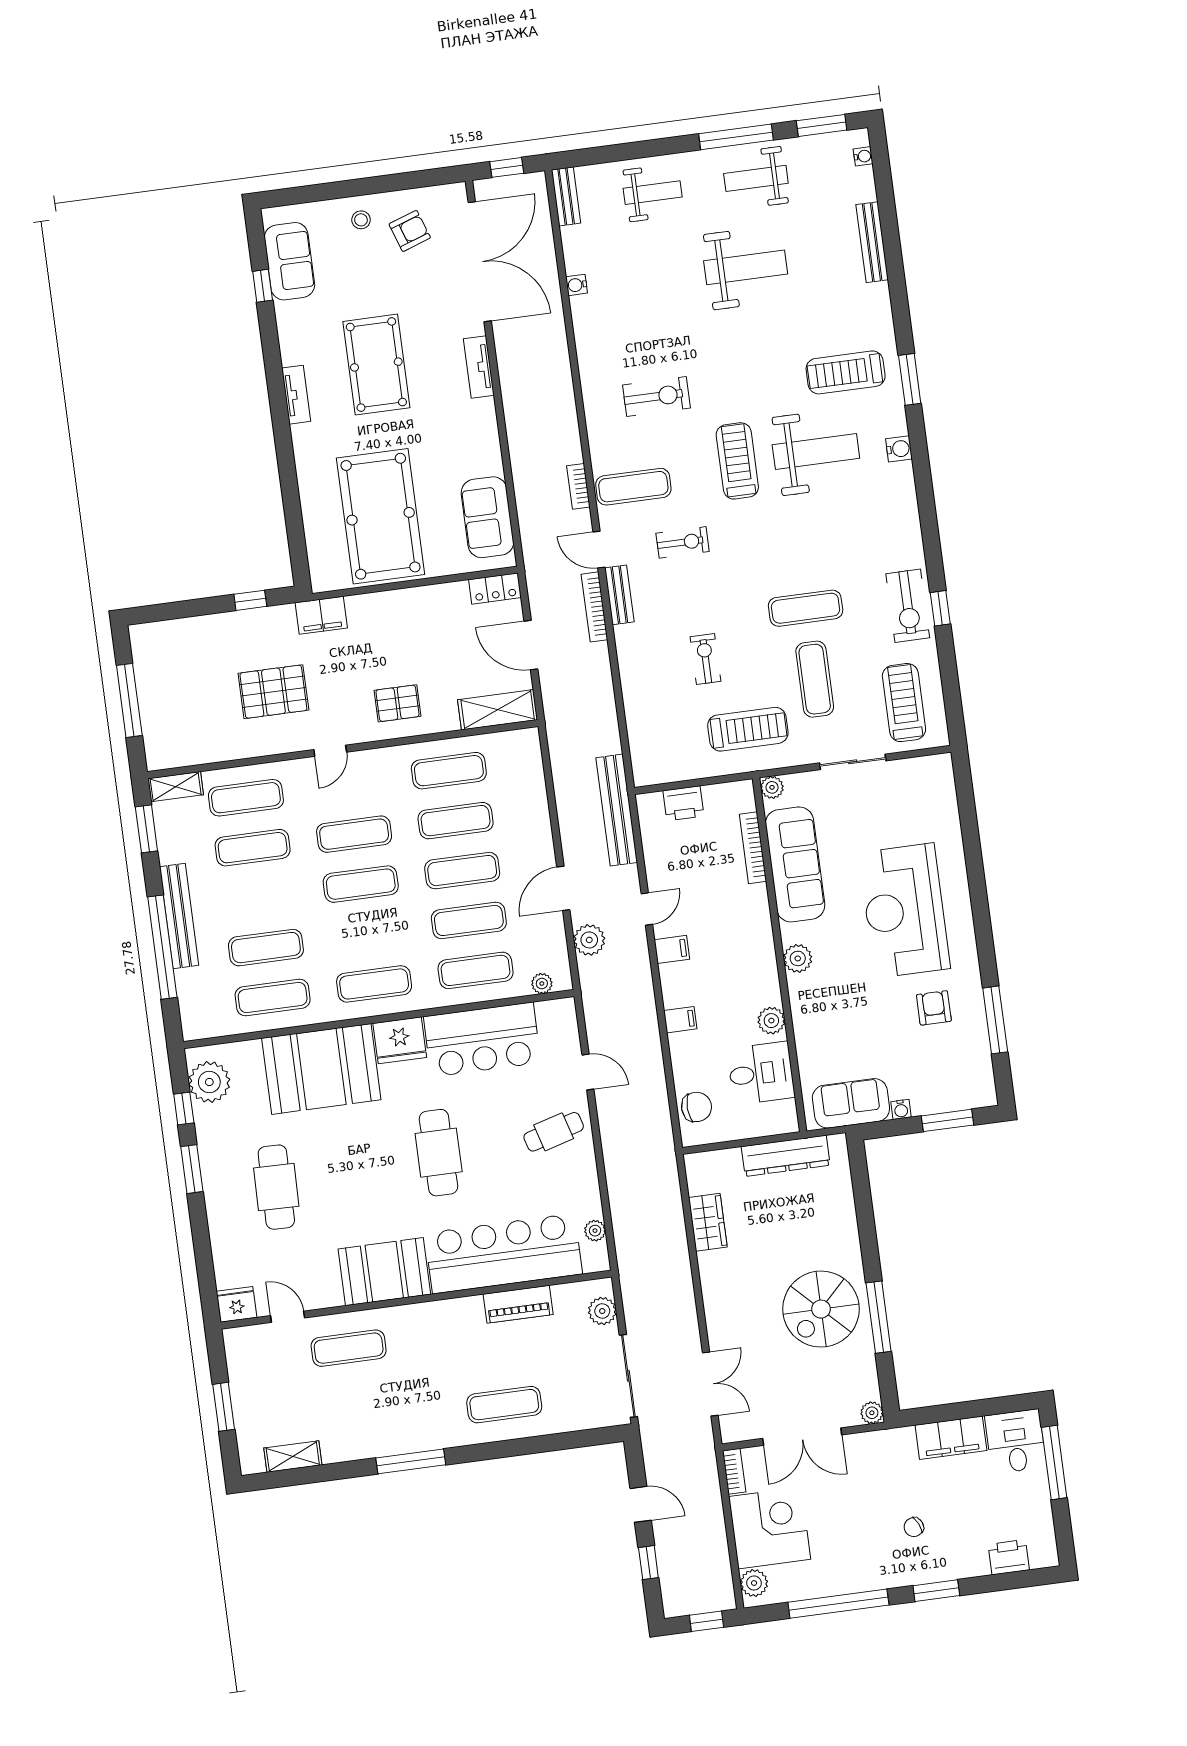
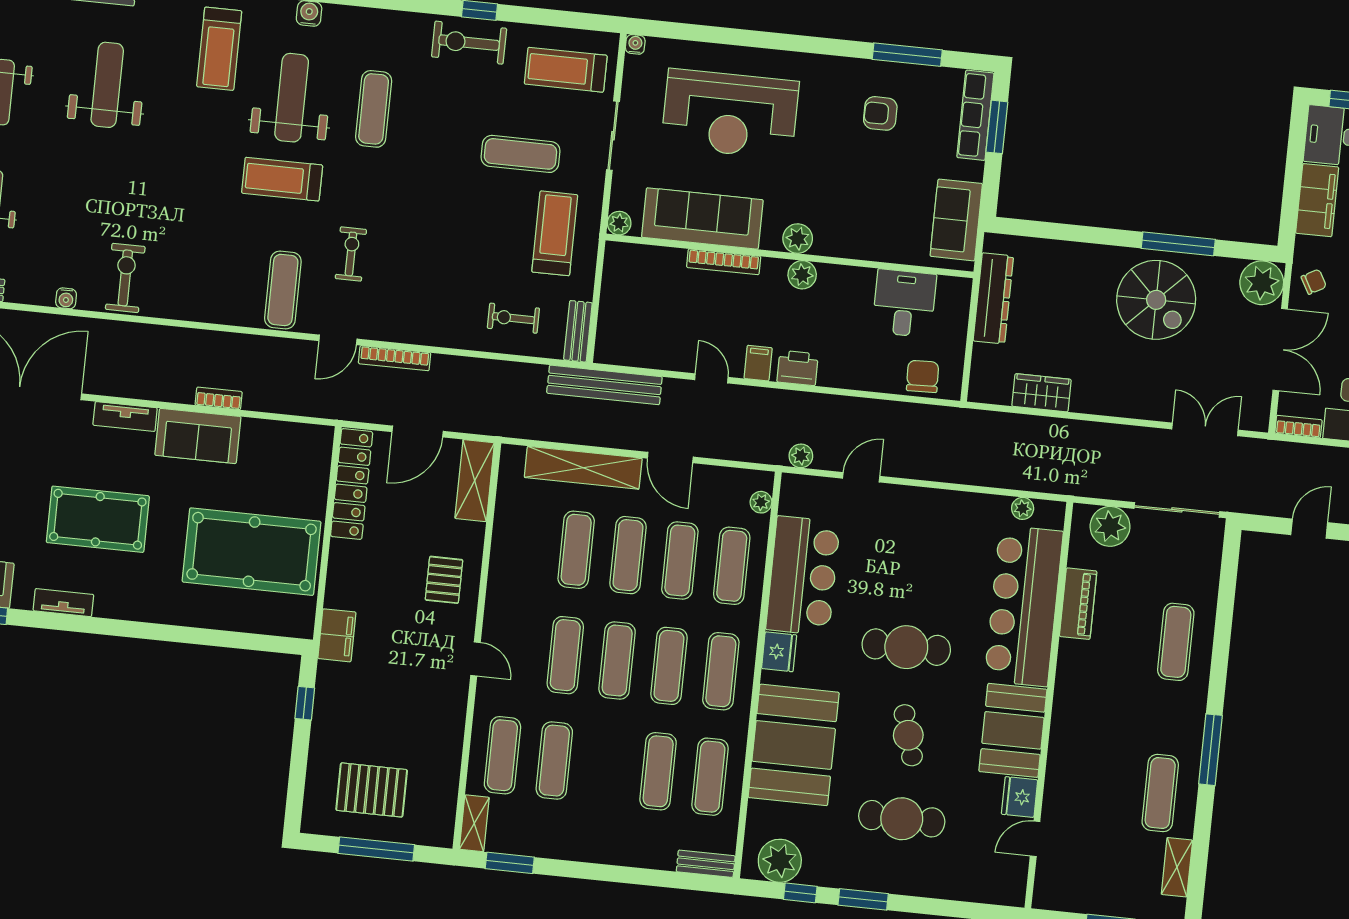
weight bench: (746, 267) -> (107, 85), moved
tv unit: (296, 395) -> (63, 603), moved
exercise bike: (657, 396) -> (125, 278), moved
bookcase: (578, 486) -> (219, 398), moved, turned 180
sofa: (488, 517) -> (198, 436), moved
locker: (495, 589) -> (352, 484), width x2.16, depth x1.21
bench: (619, 595) -> (578, 331), moved, turned 90
exercise bike: (908, 606) -> (469, 43), turned 180
exercise mat: (806, 608) -> (374, 109), moved
exercise bike: (706, 659) -> (513, 318), moved
pallet: (273, 692) -> (372, 790), moved, turned 90
exercise mat: (449, 771) -> (669, 666), moved
printer: (683, 803) -> (798, 368), moved, turned -90
shelving: (534, 809) -> (583, 468), added
bookcase: (753, 848) -> (724, 262), moved
reception desk: (904, 911) -> (730, 114), moved
bench: (179, 916) -> (706, 864), moved, width x0.54, depth x0.82
plant: (589, 940) -> (801, 456), moved, width x0.73, depth x0.73
window: (162, 947) -> (633, 876), removed
filing cabinet: (680, 1020) -> (831, 372), removed
plant: (771, 1021) -> (802, 275), moved
fridge: (400, 1040) -> (779, 652), width x0.73, depth x0.75
row of seats: (954, 1098) -> (975, 115), added
water cooler: (901, 1109) -> (635, 44), moved, turned -90
cafe table: (554, 1132) -> (908, 735), moved
fridge: (237, 1304) -> (1020, 797), moved
plant: (602, 1311) -> (1110, 526), width x1.36, depth x1.36
exercise mat: (349, 1348) -> (1160, 793), moved
plant: (872, 1413) -> (1262, 283), width x1.88, depth x1.88
chair: (874, 1453) -> (1314, 282), added

